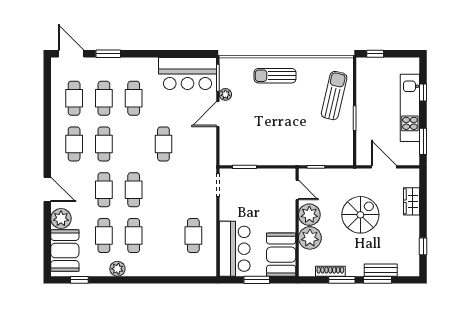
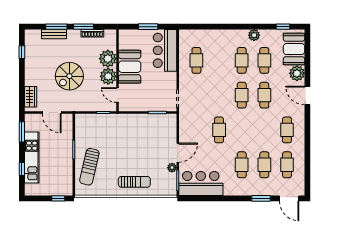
cafe table: (104, 144) -> (264, 130), removed
wardrobe: (411, 201) -> (31, 97), moved
booth: (281, 255) -> (130, 67), moved

